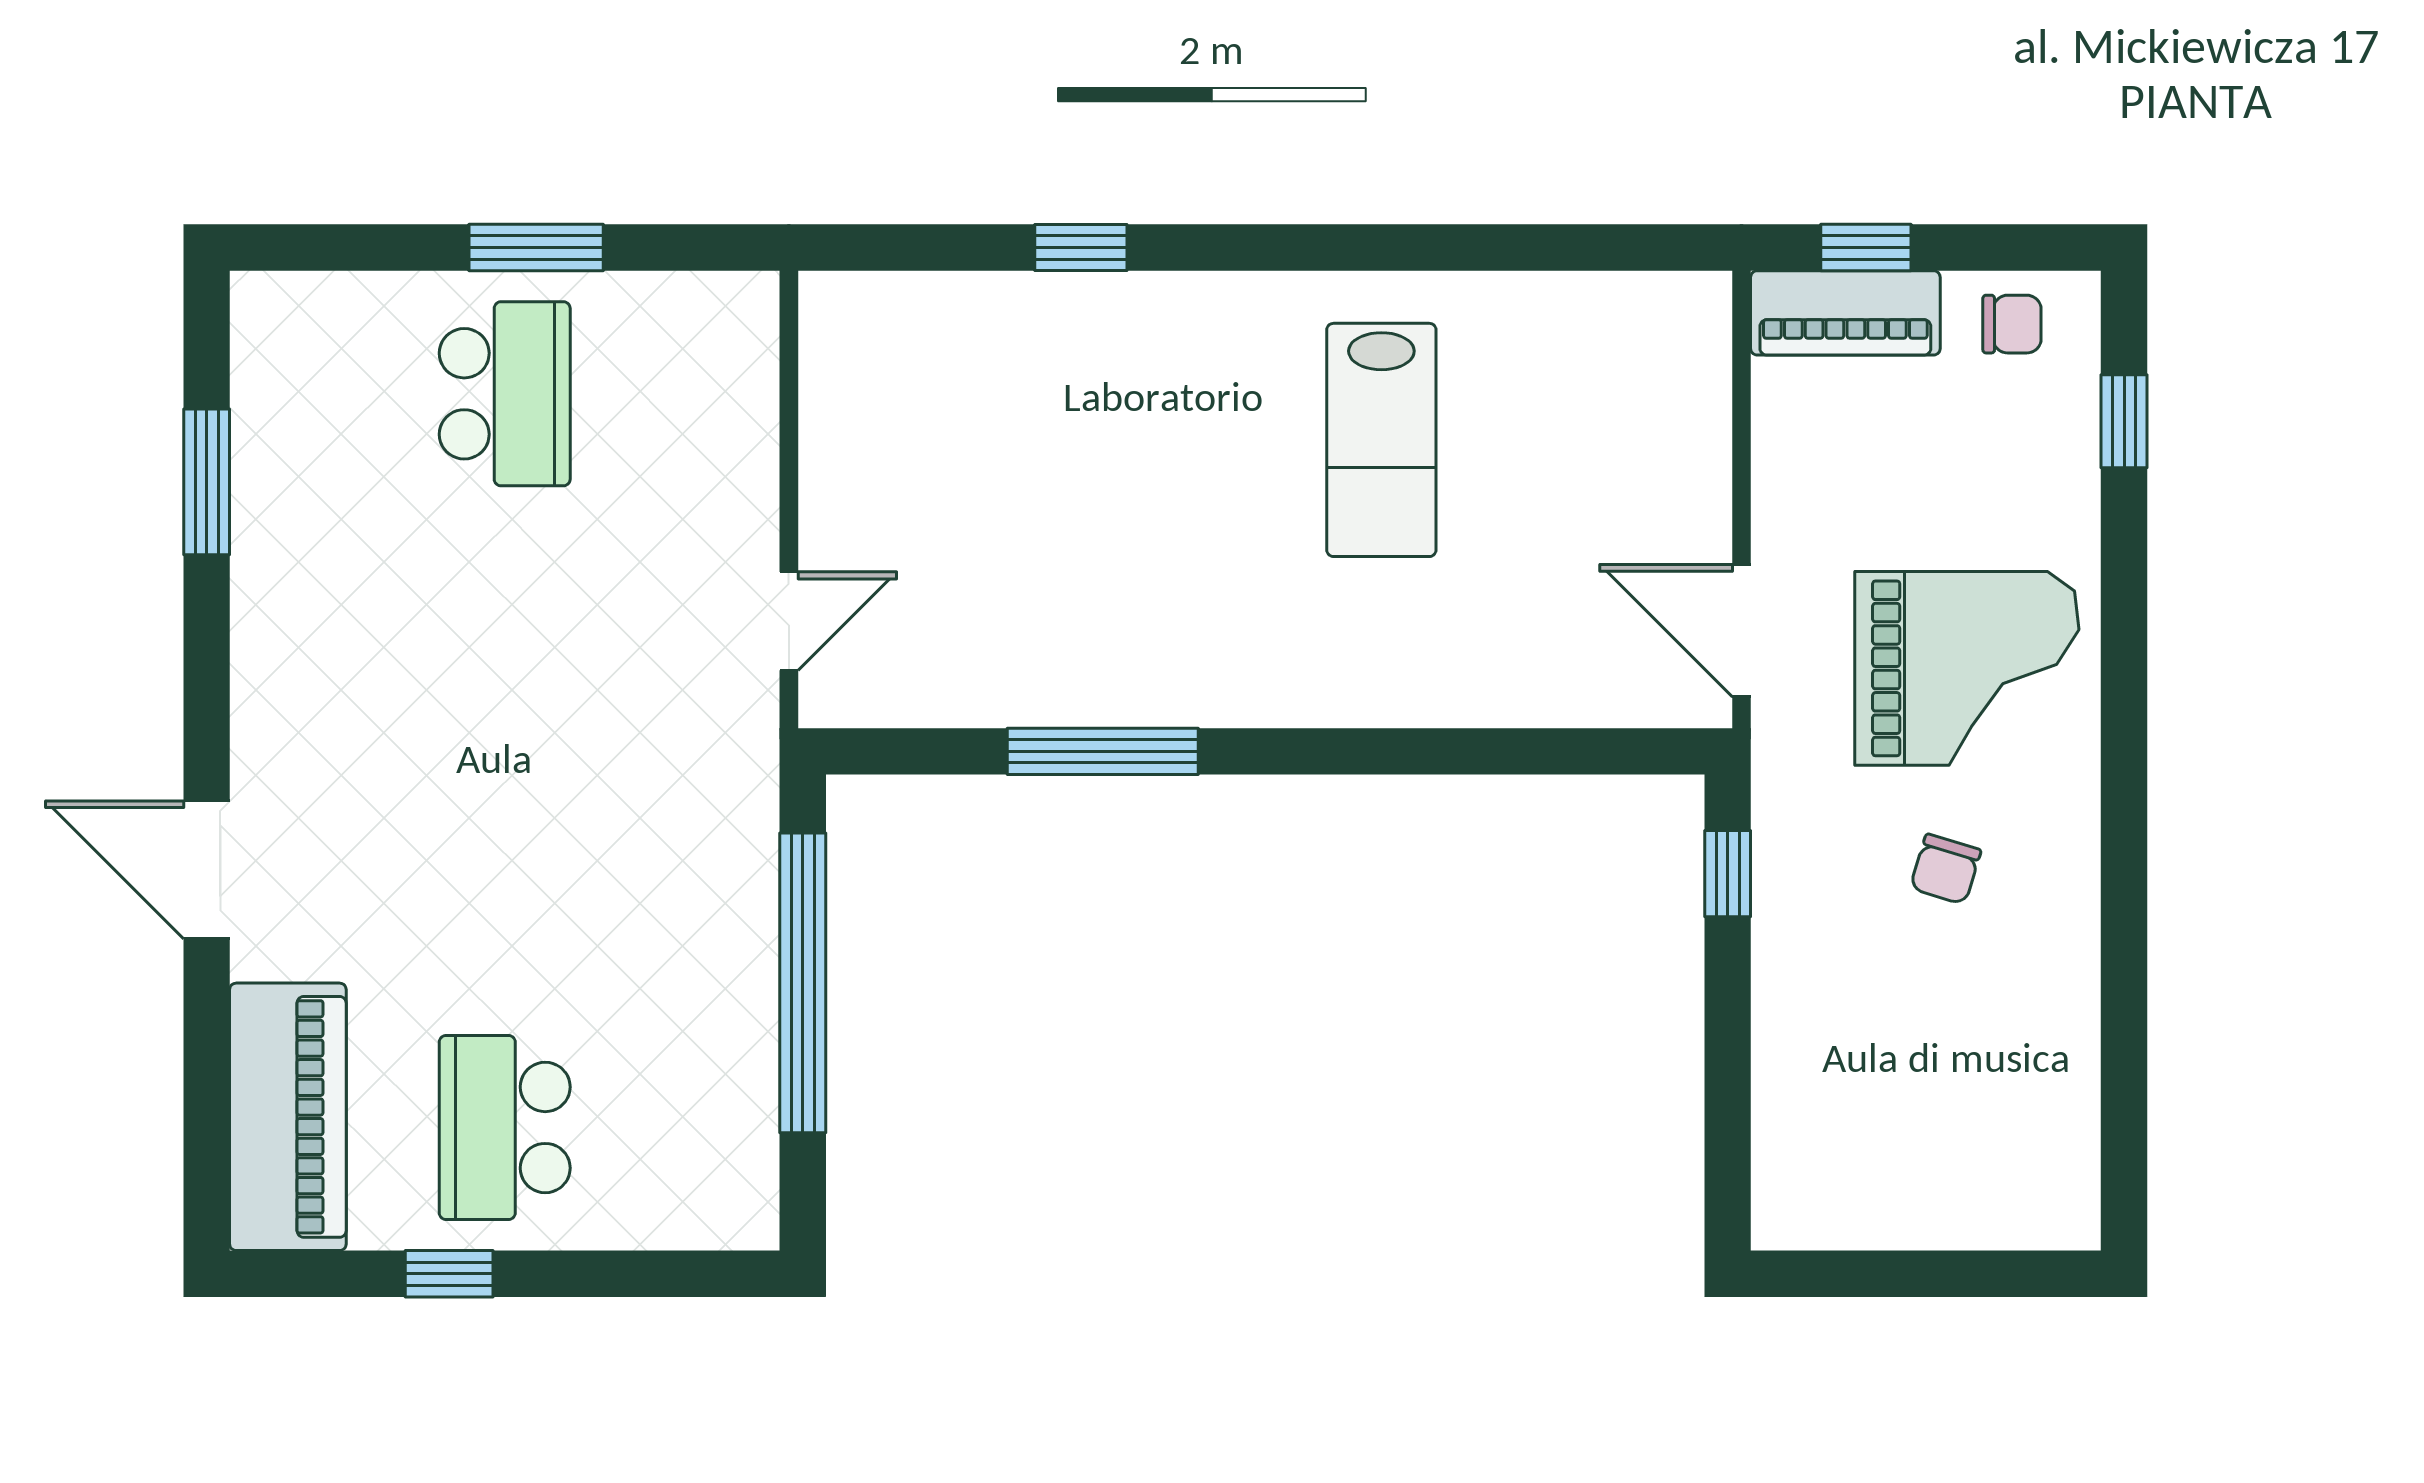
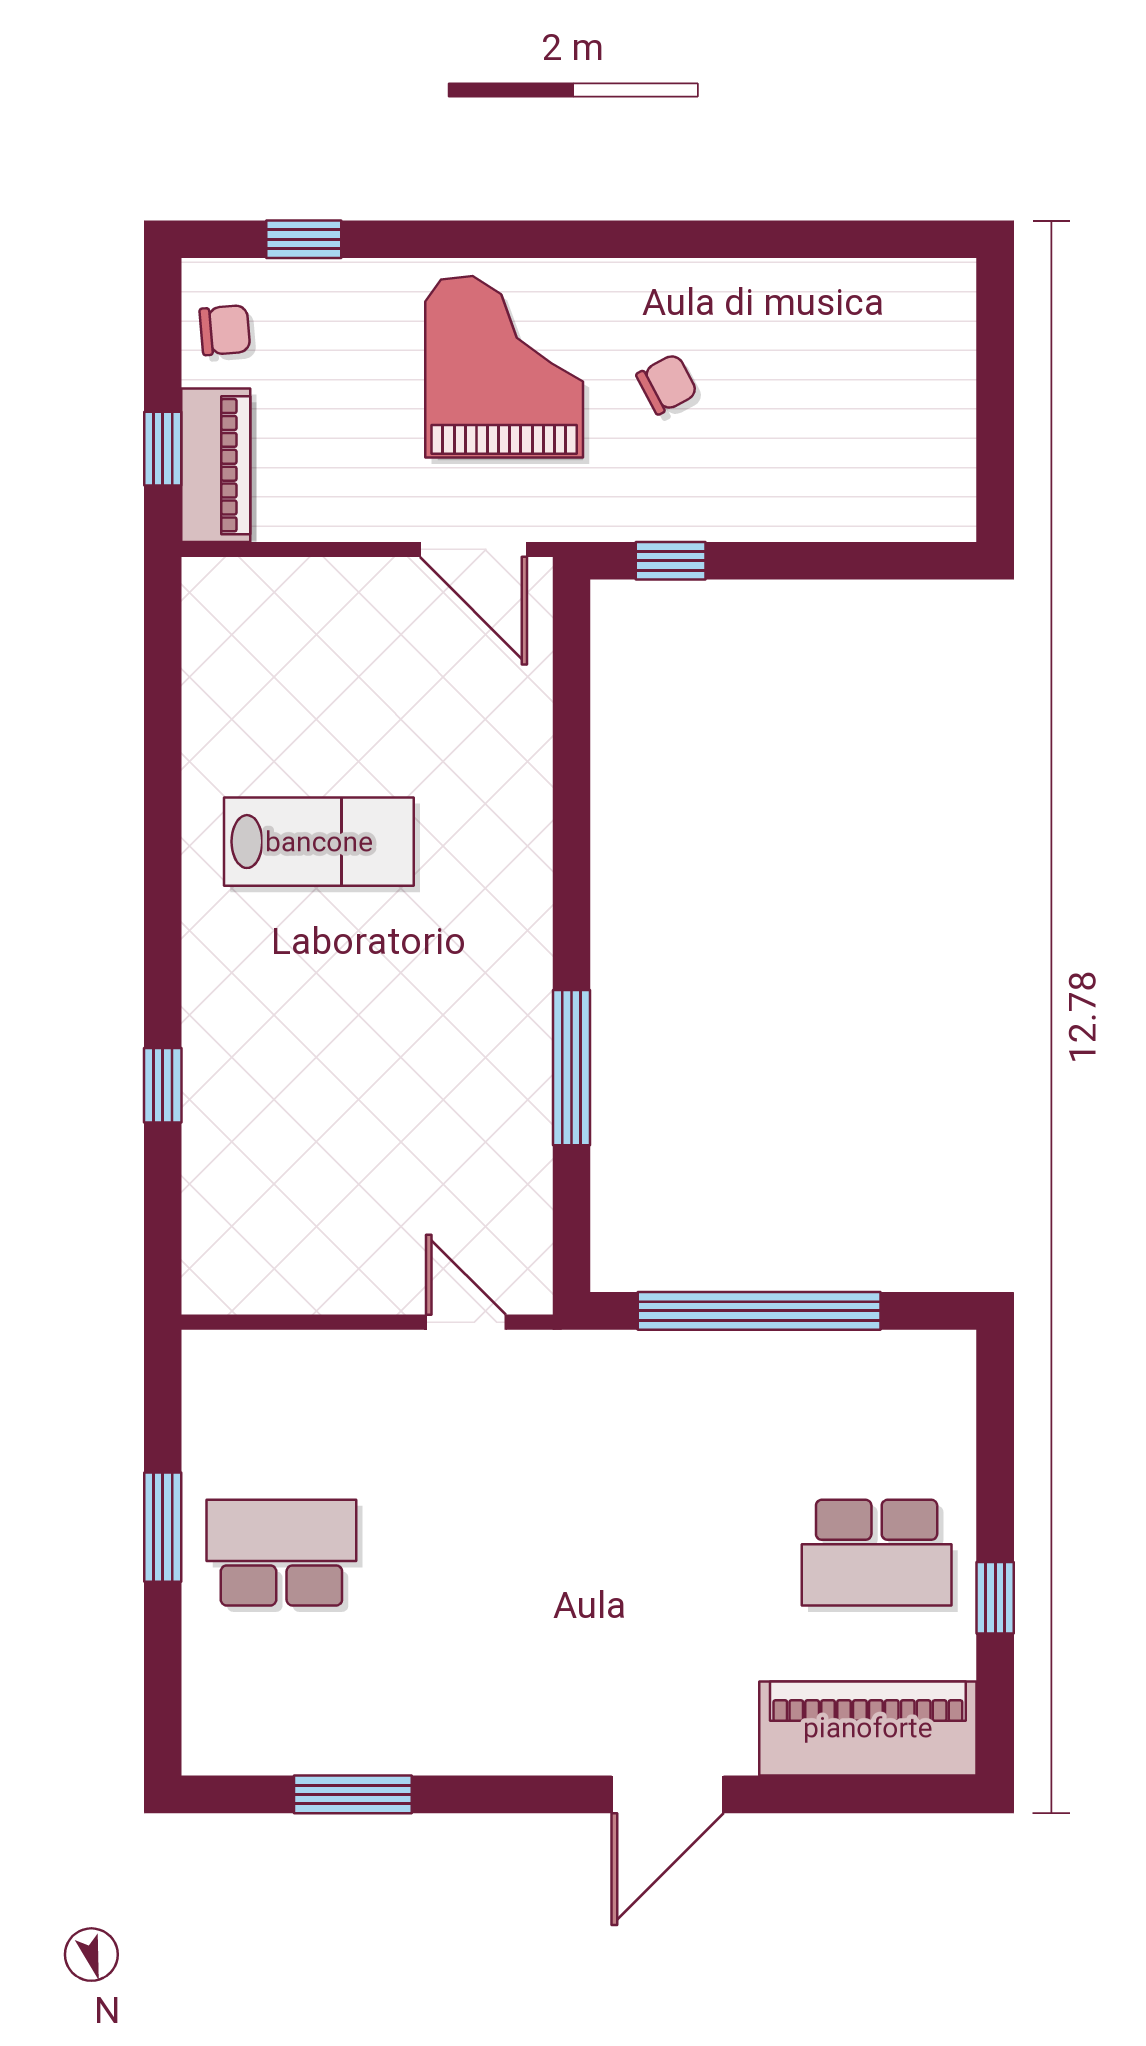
chair: (2012, 324) -> (225, 330), turned 85
door: (1741, 631) -> (474, 549), hinge flipped
chair: (1946, 869) -> (667, 384), turned -45

